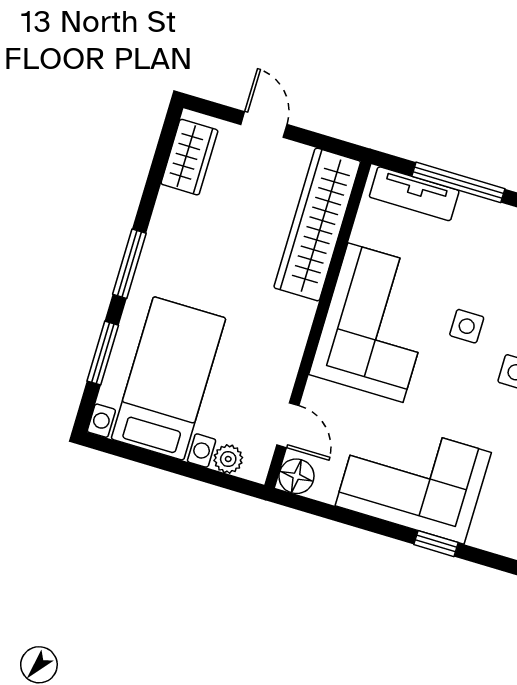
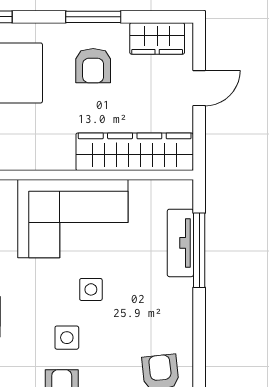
tv unit: (414, 194) -> (180, 243), moved
armchair: (199, 244) -> (93, 66), added
window: (129, 264) -> (93, 17), moved

